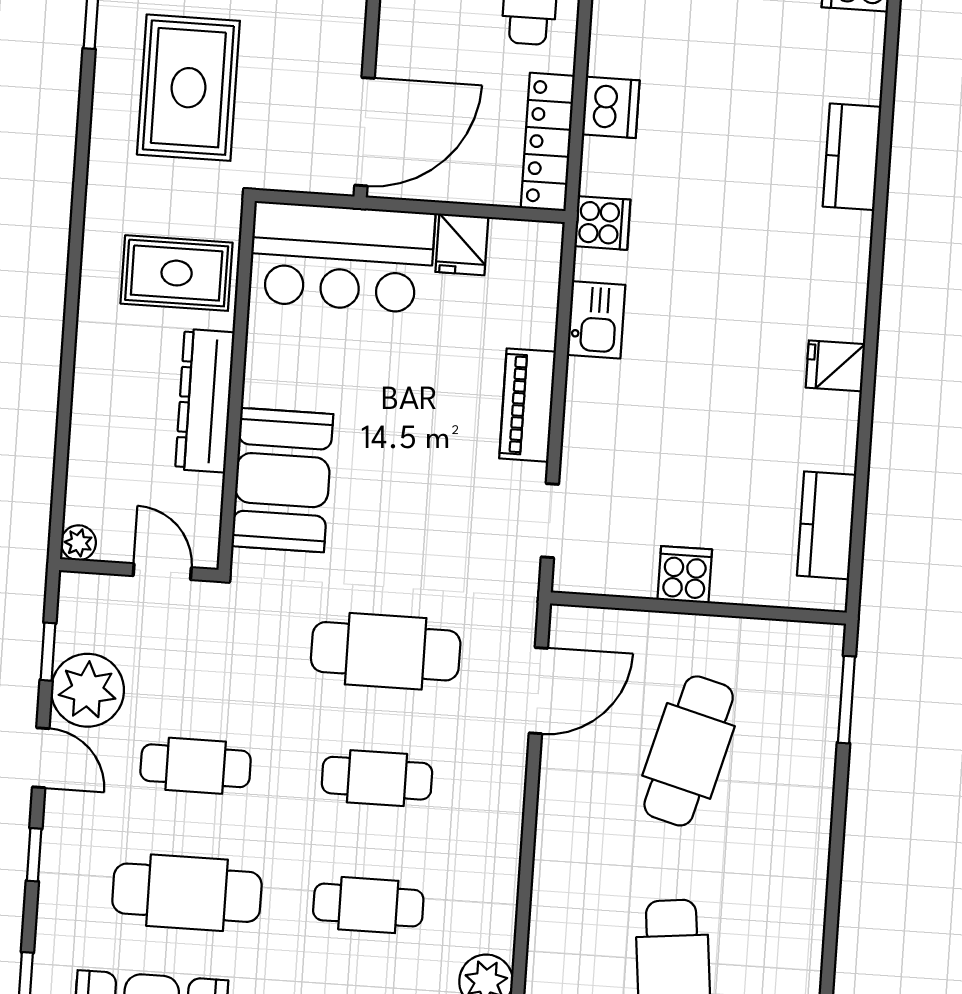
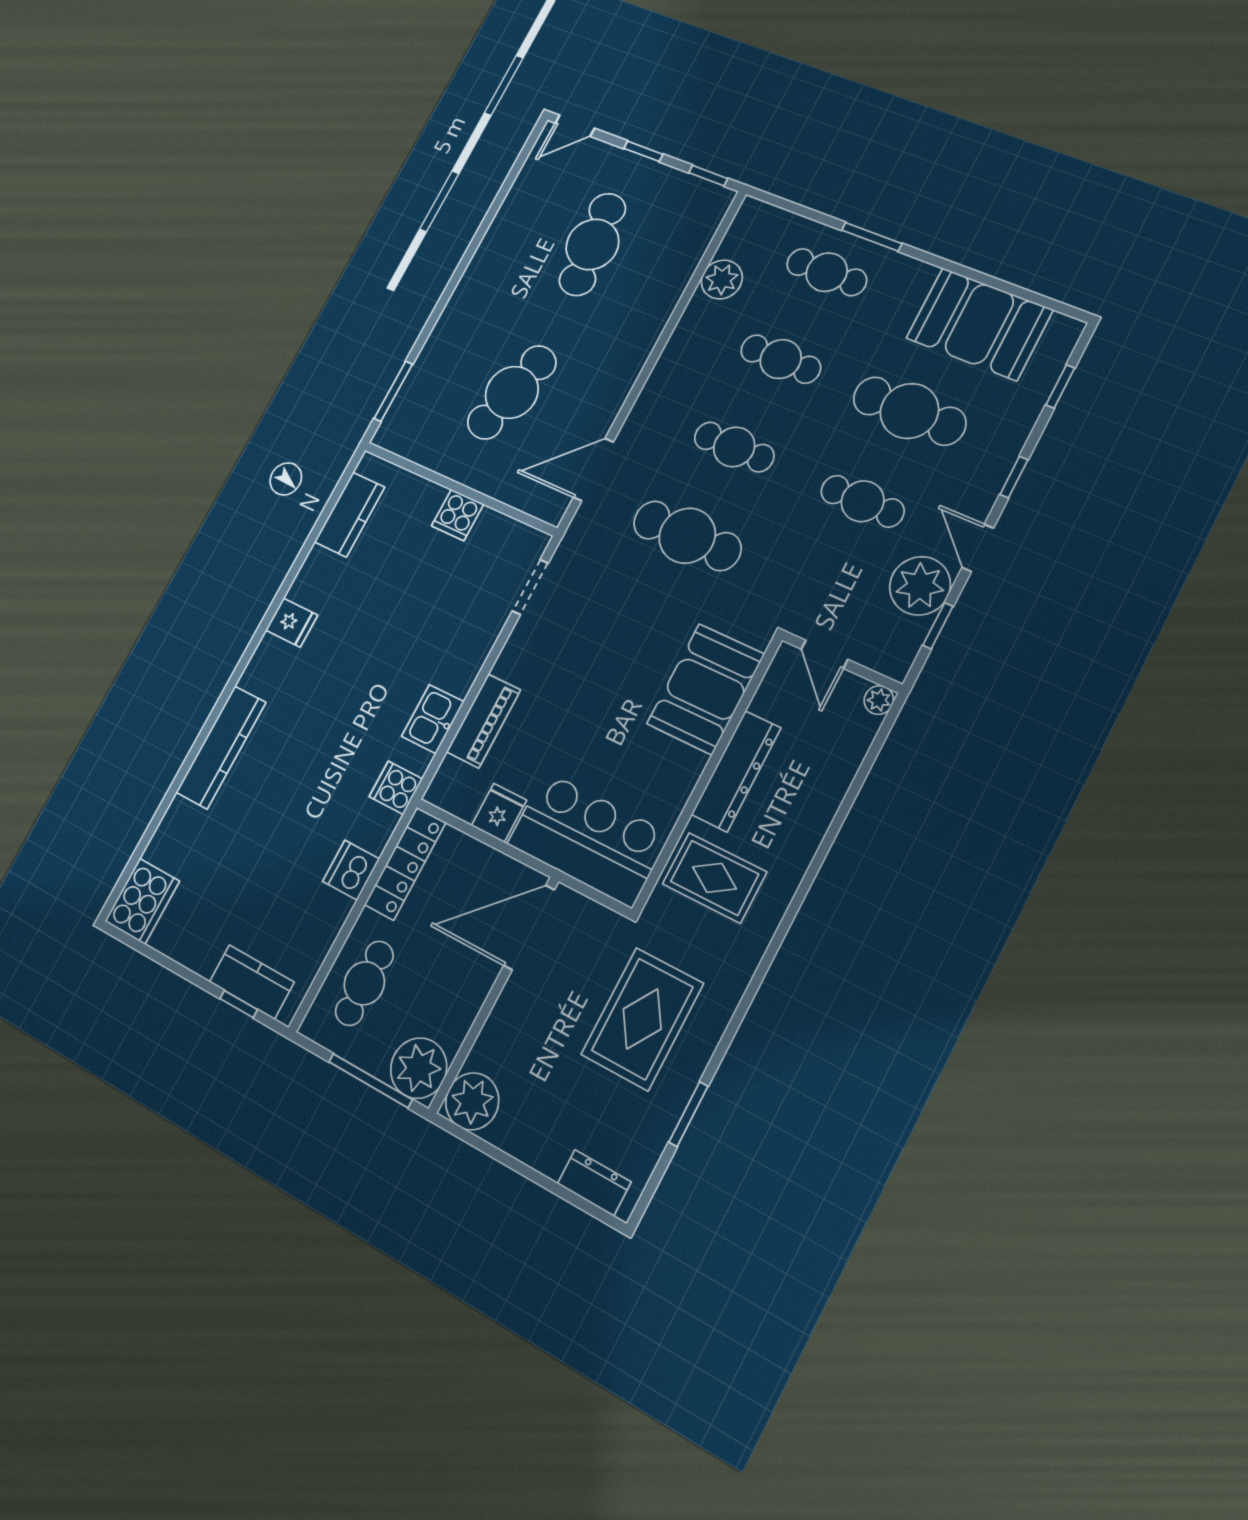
kitchen counter: (852, 157) -> (221, 747), width x1.50
piano: (528, 405) -> (483, 721), moved

